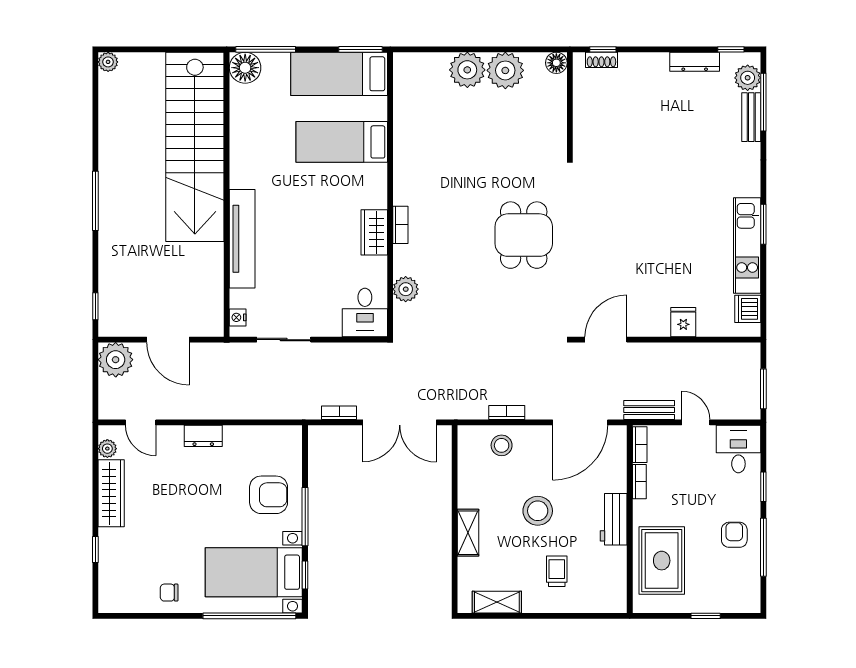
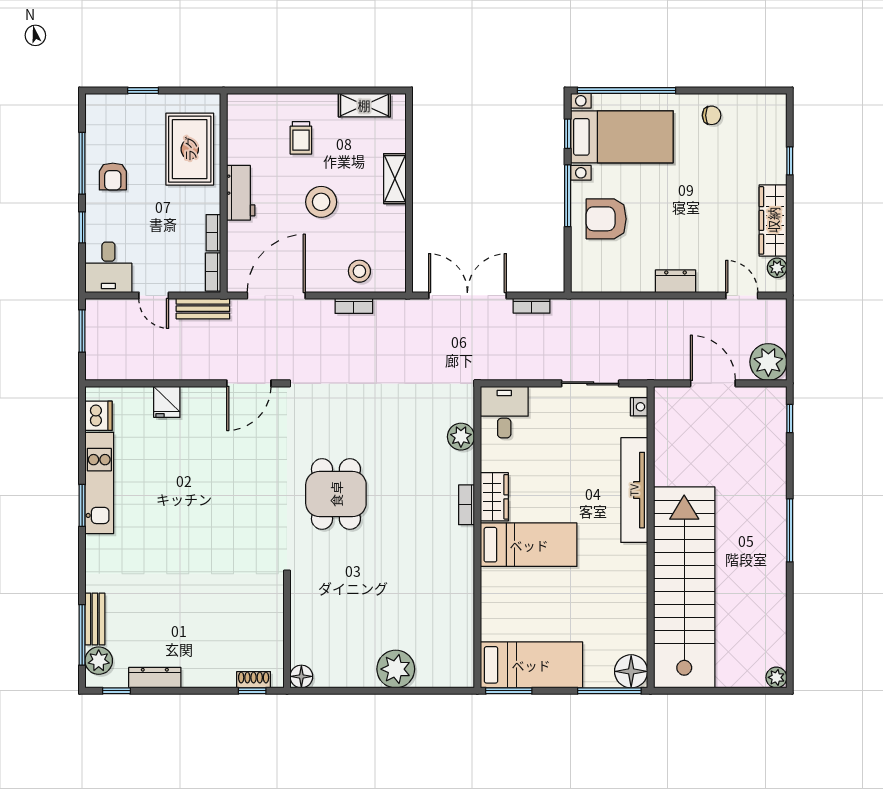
plant: (505, 70) -> (355, 668), removed
bed: (342, 142) -> (529, 545), moved

